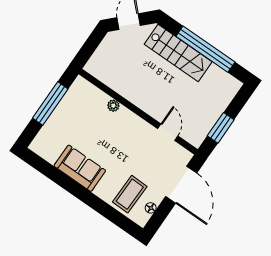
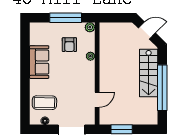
plant: (80, 84) -> (90, 27), added
armchair: (84, 120) -> (69, 45), added

